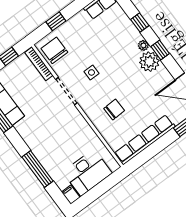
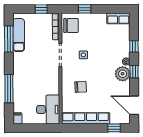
chair: (54, 50) -> (71, 25), turned 90
desk: (87, 173) -> (48, 109), moved, turned -90

